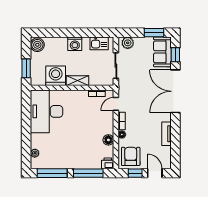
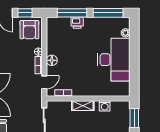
washing machine: (56, 76) -> (105, 106), width x0.53, depth x0.53
desk: (47, 111) -> (114, 60), moved
floor lamp: (108, 140) -> (52, 60), moved
printer: (108, 163) -> (77, 23), moved

